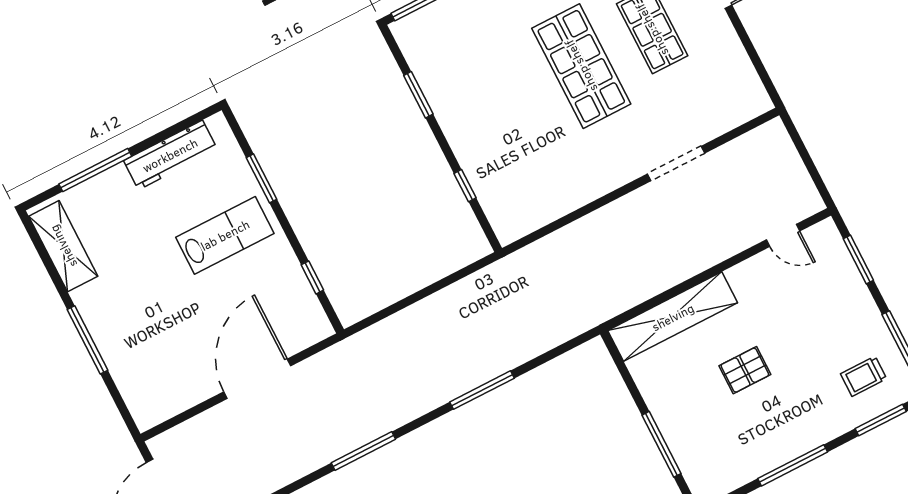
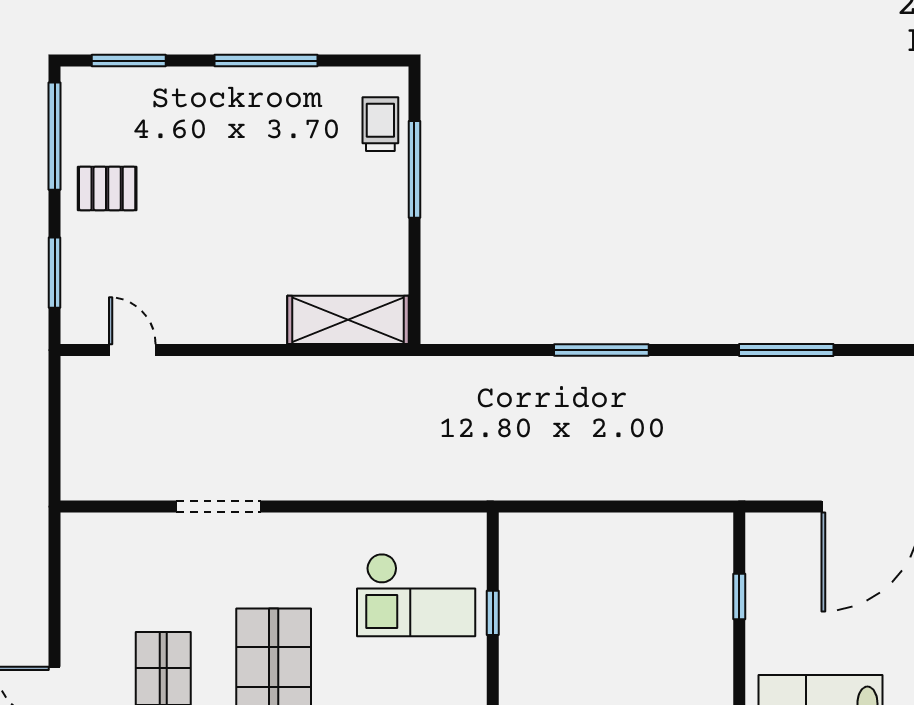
checkout: (520, 172) -> (416, 595), added
shelving: (673, 317) -> (348, 320), width x0.68
pallet: (745, 370) -> (107, 188), moved
trolley: (864, 376) -> (380, 124), moved, turned -90

